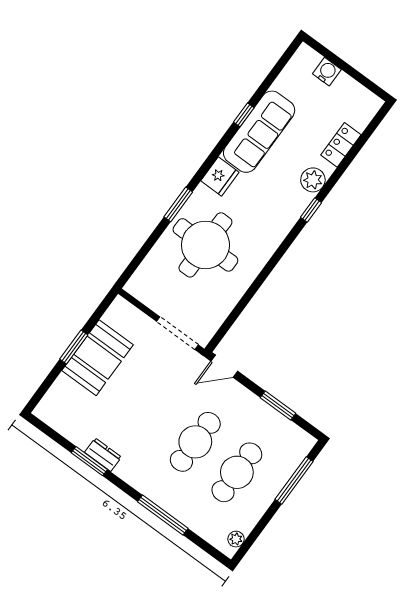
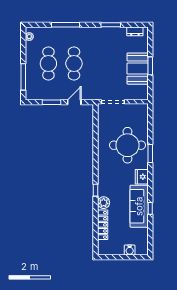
locker: (341, 145) -> (103, 225), width x1.53
door: (224, 366) -> (74, 102), moved
dresser: (103, 455) -> (135, 31), moved

